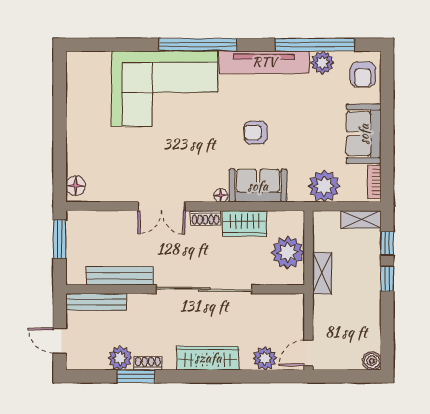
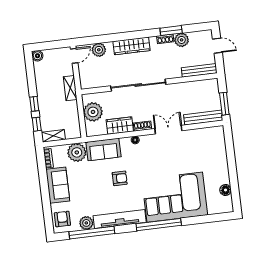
floor lamp: (76, 186) -> (226, 190), moved
sofa: (258, 186) -> (103, 149), moved
shelving: (322, 273) -> (70, 88), moved
bench: (120, 276) -> (203, 118), moved

